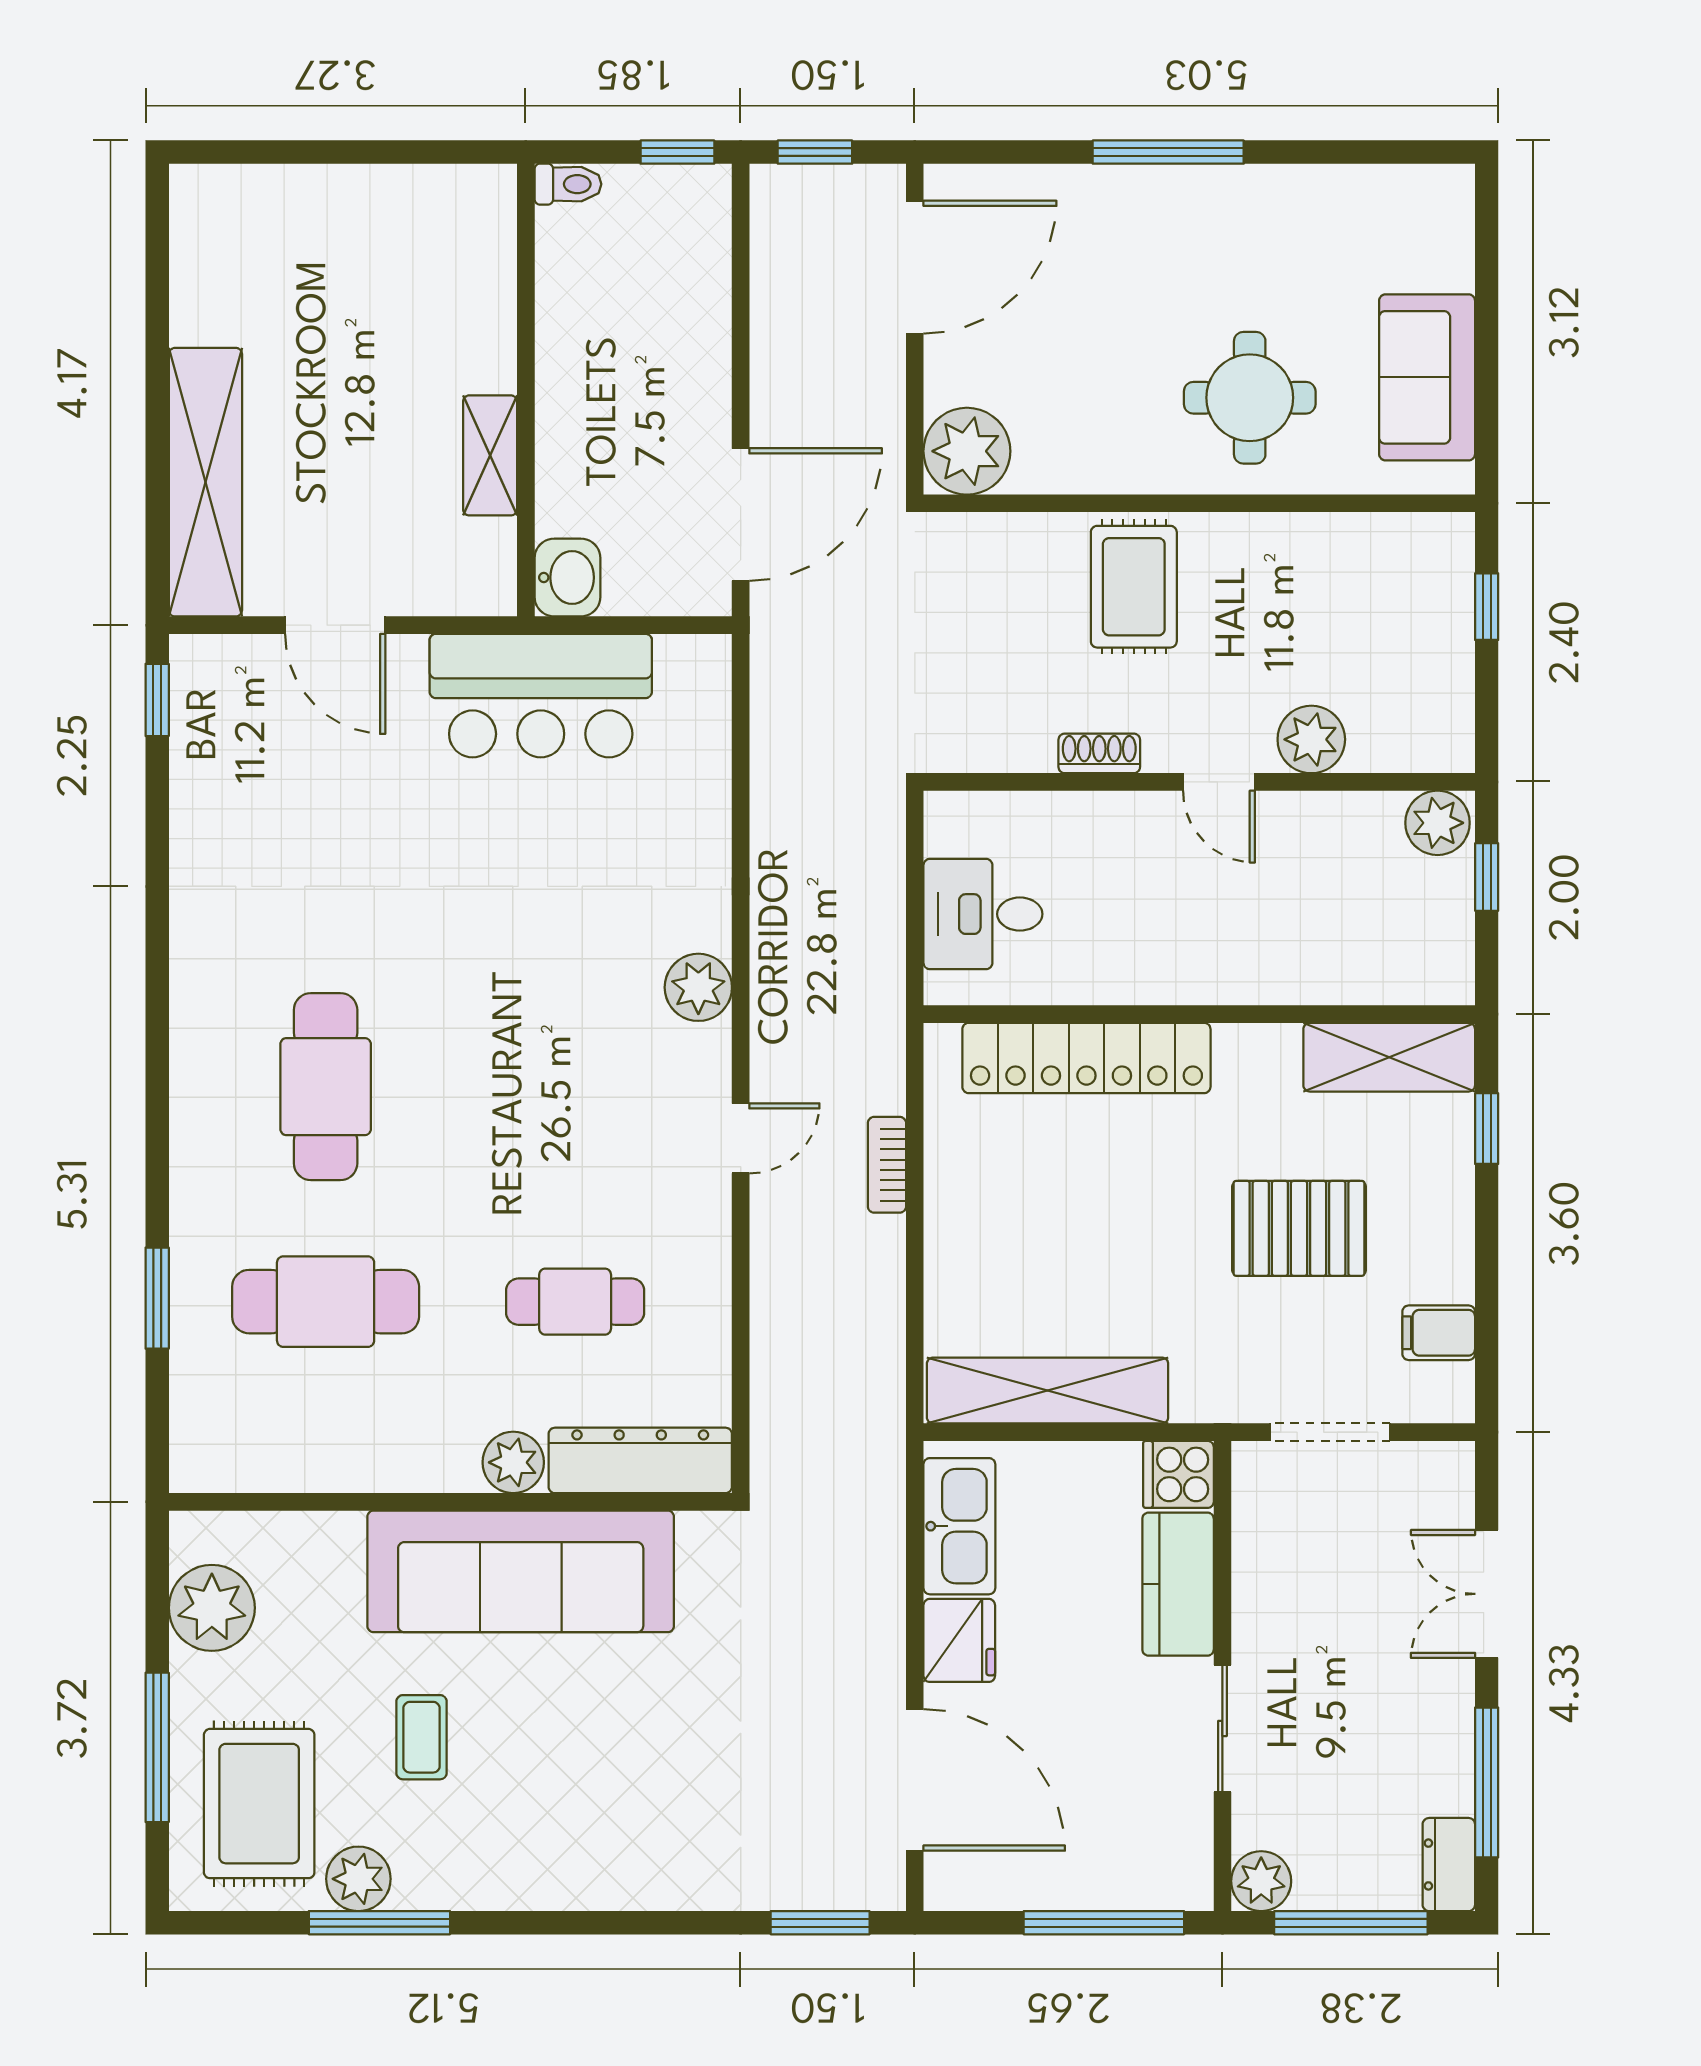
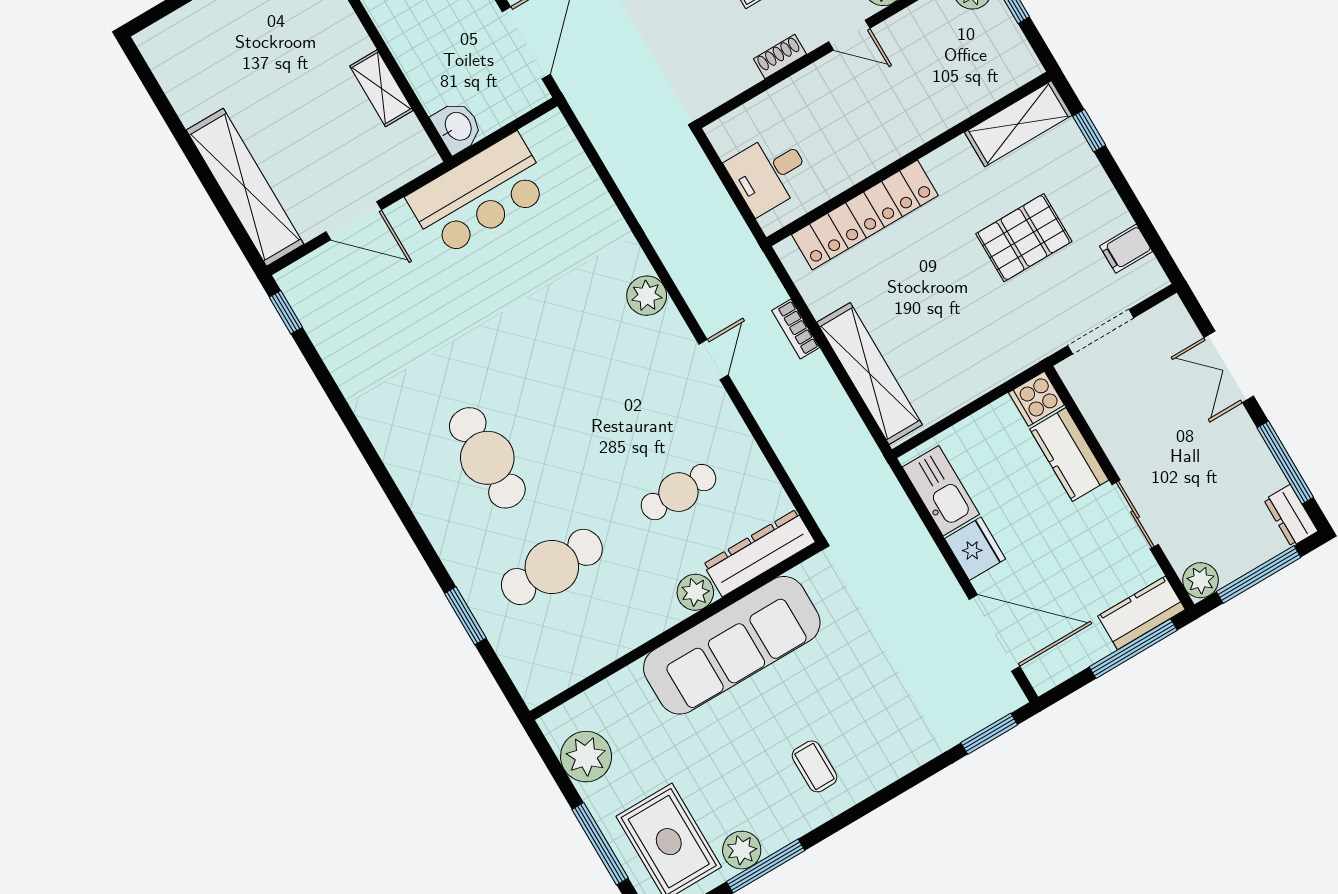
shelving: (1048, 1391) -> (870, 374), moved, turned 90
coffee table: (422, 1737) -> (814, 766), moved
kitchen counter: (1147, 1878) -> (1142, 613), added

